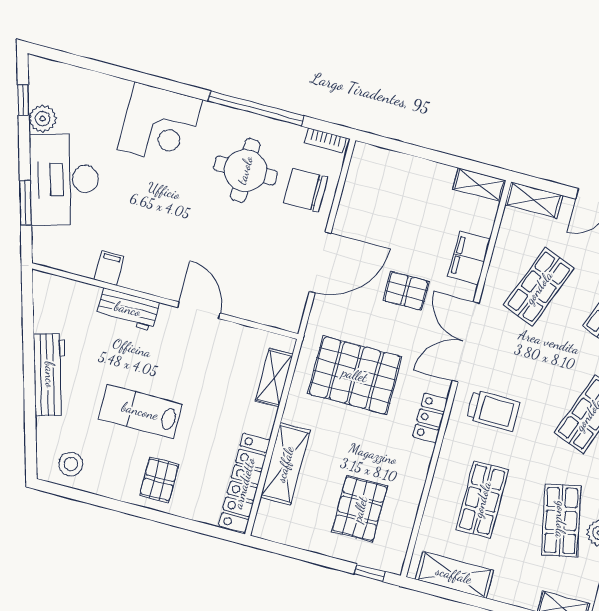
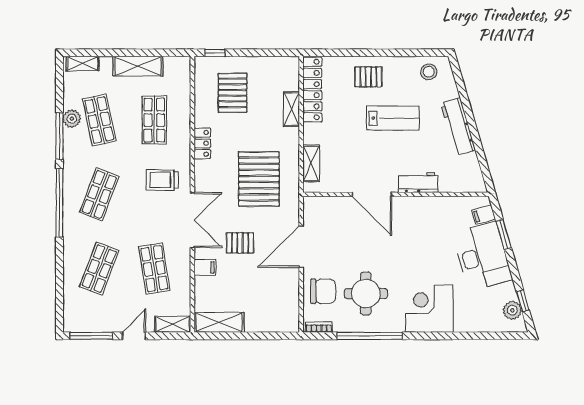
plant: (43, 119) -> (512, 310), moved
shelving: (479, 185) -> (219, 322), width x1.50, depth x1.33
filing cabinet: (469, 258) -> (205, 267), width x0.50
filing cabinet: (109, 268) -> (484, 215), moved, turned 74
shop shelf: (539, 287) -> (154, 269), turned -30
door: (199, 310) -> (372, 194), width x1.36
pallet: (355, 375) -> (259, 179), turned 90
locker: (430, 418) -> (202, 143), moved
shelving: (285, 464) -> (292, 109), width x0.67, depth x0.75
pallet: (159, 480) -> (368, 77), turned 90
shelving: (454, 575) -> (138, 66), moved

